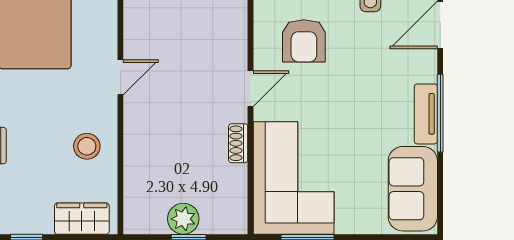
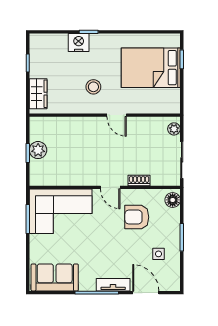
tv unit: (426, 114) -> (113, 285), moved
shoe rack: (238, 143) -> (139, 181), moved
stool: (87, 146) -> (93, 87), moved

